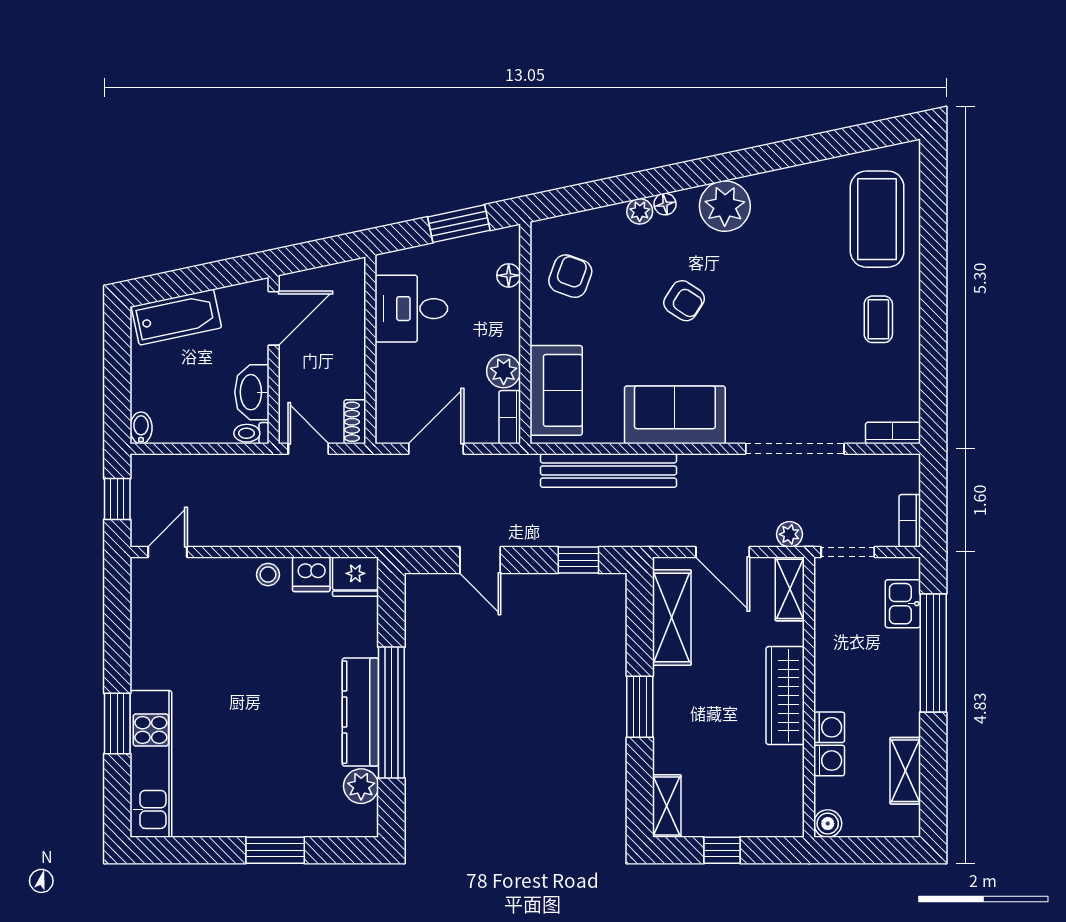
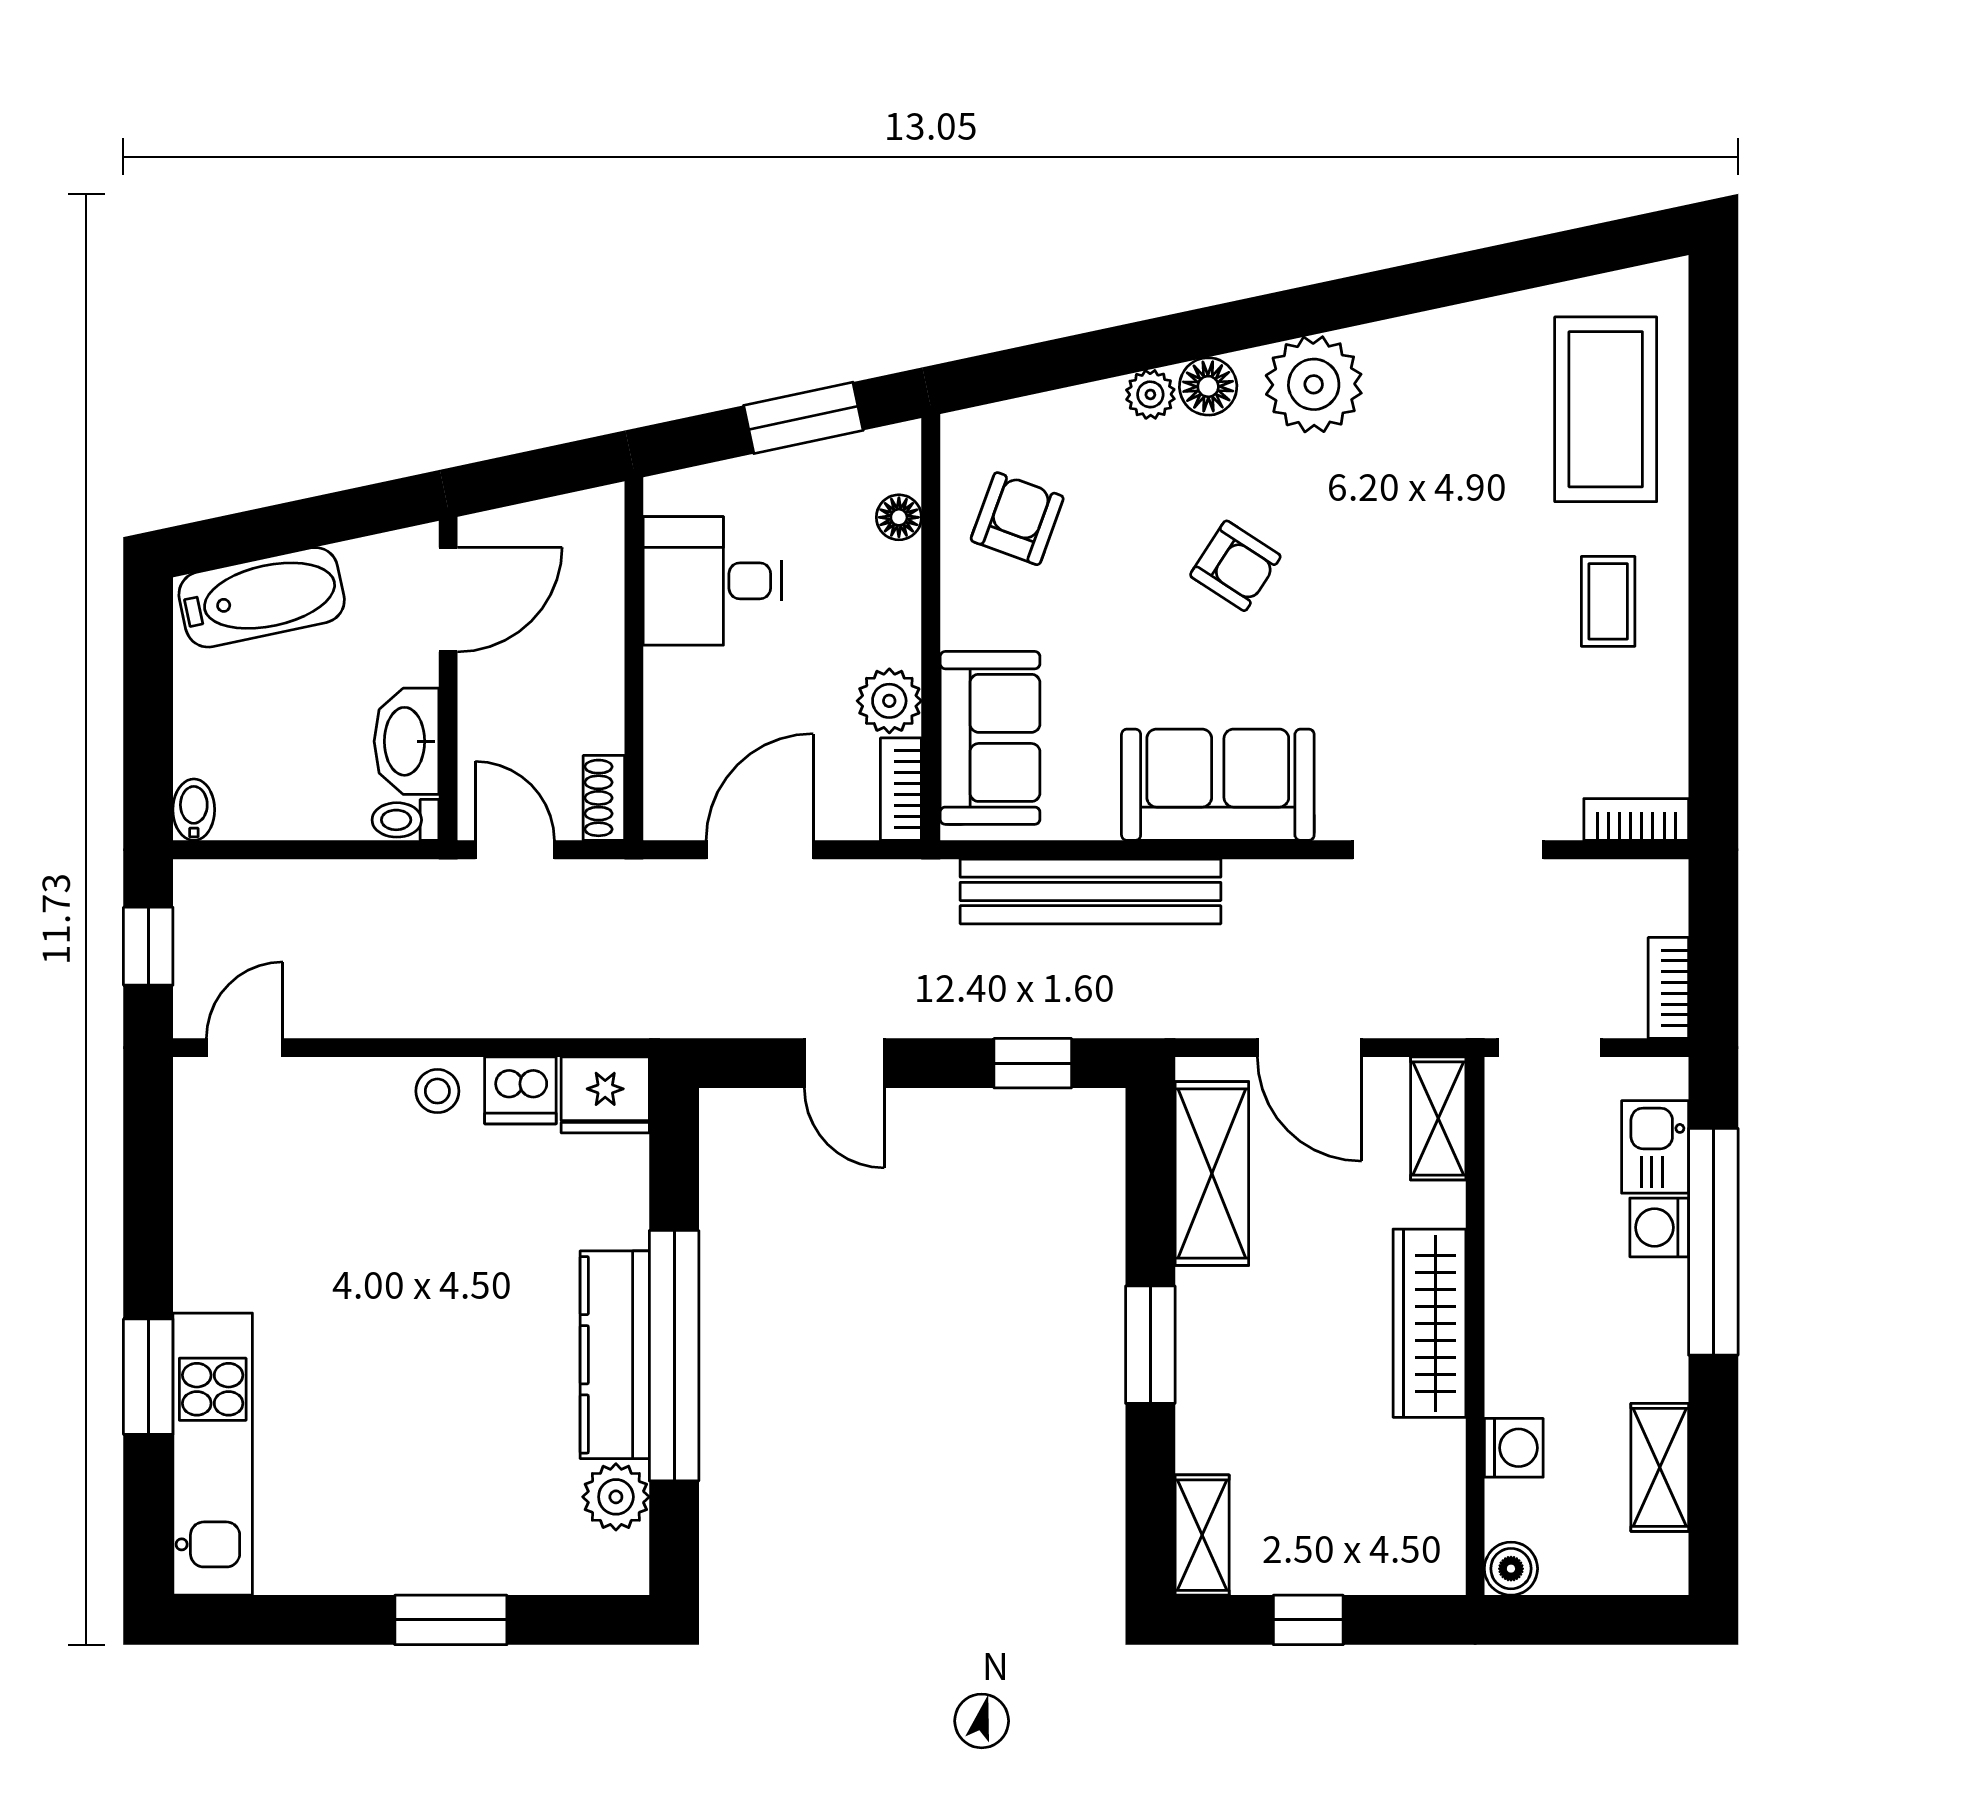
floor lamp: (665, 204) -> (1208, 386), width x1.37, depth x1.37
plant: (789, 534) -> (1438, 1014), removed
washing machine: (829, 727) -> (1659, 1227), moved, turned 180

